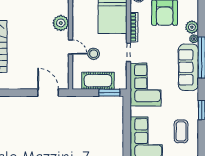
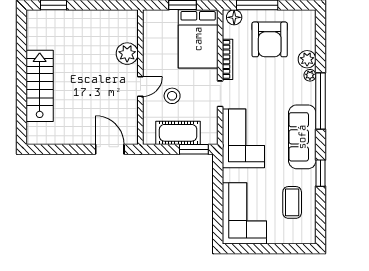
door: (70, 47) -> (140, 86), hinge flipped
sofa: (188, 67) -> (302, 137), moved

